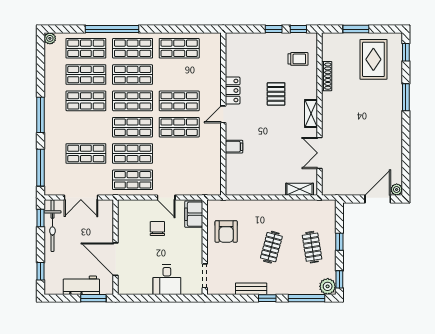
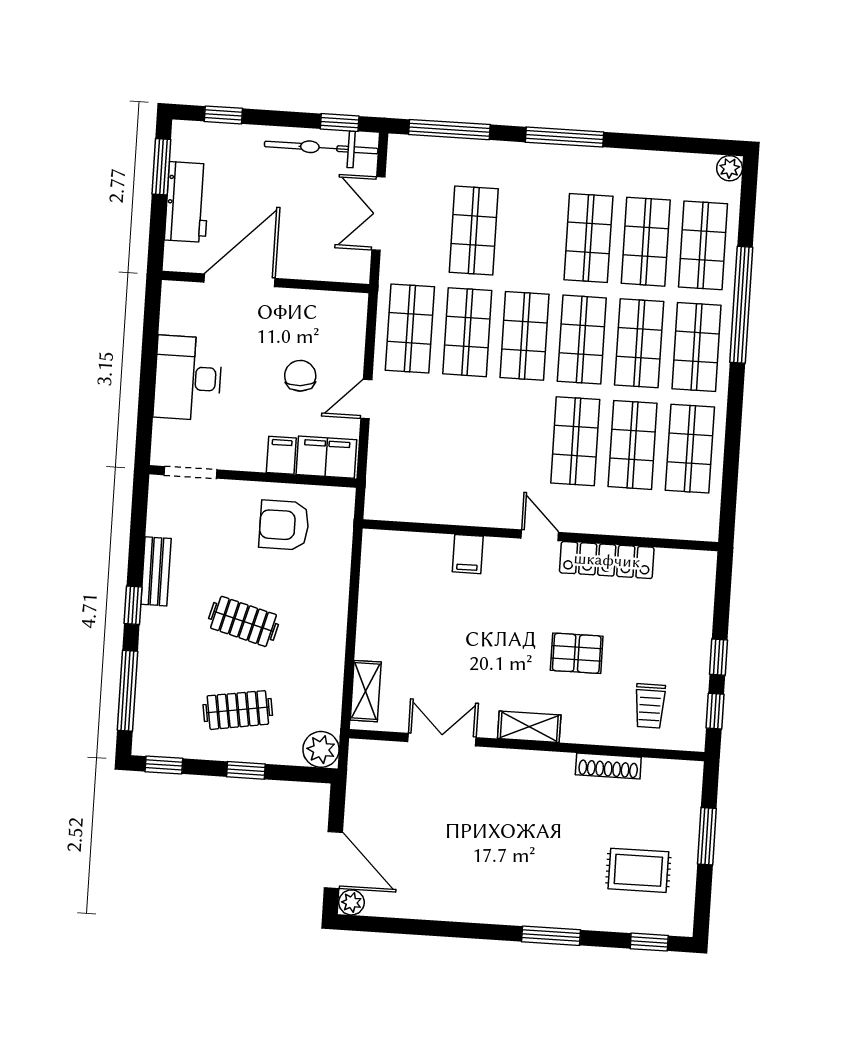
rug: (373, 59) -> (638, 870), width x0.73, depth x0.70
locker: (233, 91) -> (607, 560), width x1.53
shop shelf: (179, 127) -> (633, 445), moved
chair: (157, 229) -> (300, 376), turned -95
filing cabinet: (194, 235) -> (281, 455), added
desk: (167, 280) -> (188, 378), width x1.37
plant: (328, 286) -> (321, 749), moved
window: (93, 298) -> (161, 167), moved

